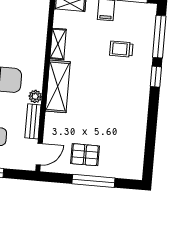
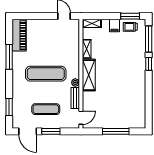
trolley: (121, 49) -> (130, 27), moved
pallet: (85, 155) -> (109, 116), removed

